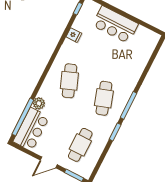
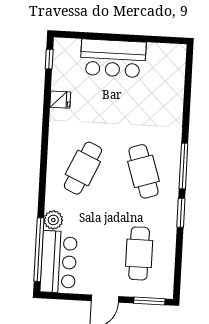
cafe table: (69, 81) -> (83, 168), turned 45

